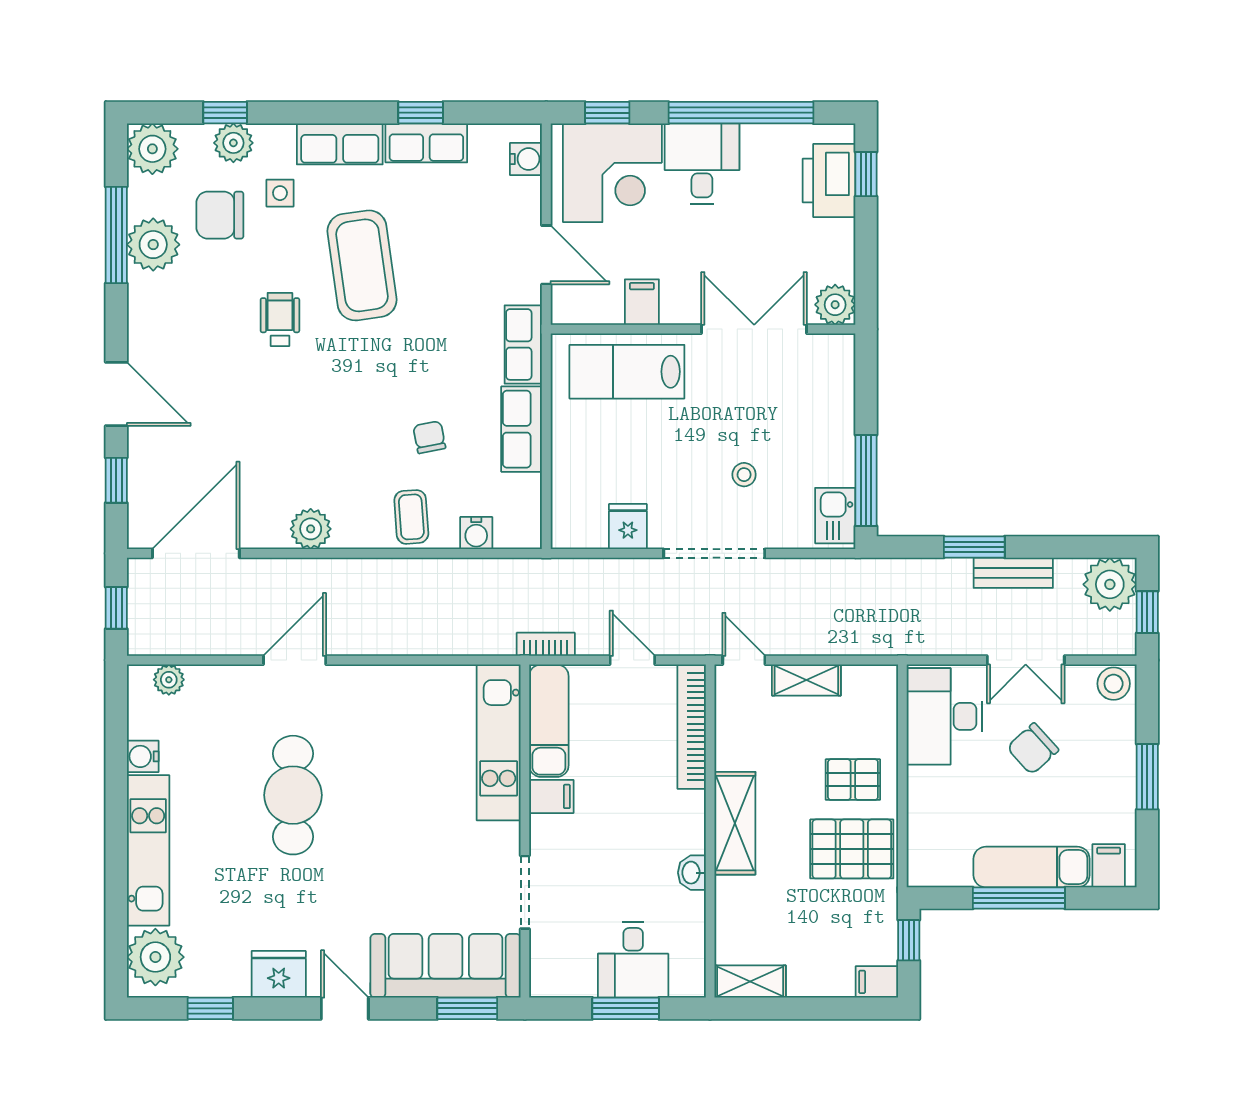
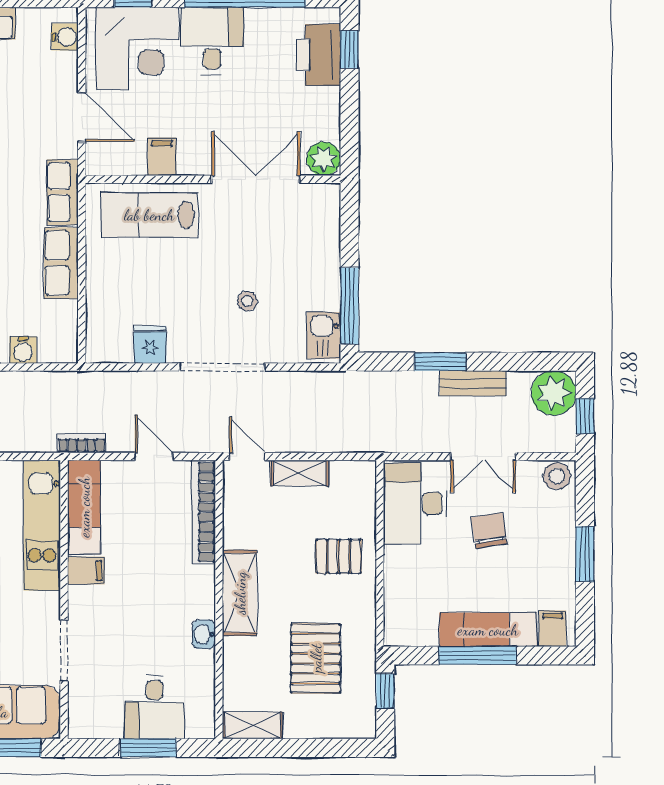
chair: (1033, 749) -> (489, 531), turned 123
pallet: (852, 849) -> (316, 658), moved, turned 90
filing cabinet: (877, 982) -> (359, 726), removed

